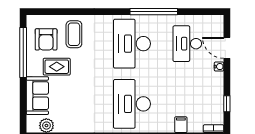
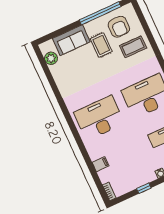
armchair: (46, 39) -> (119, 27), turned -90
window: (227, 104) -> (144, 188), moved

